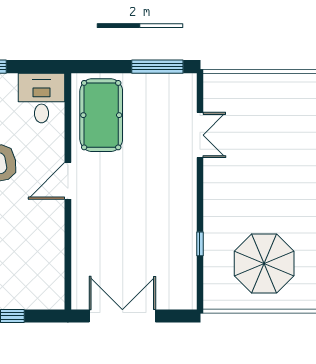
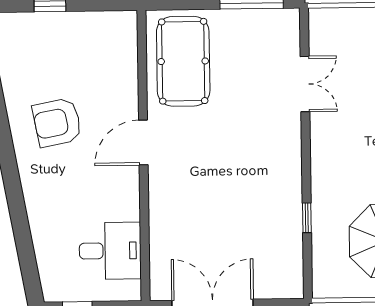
desk: (42, 98) -> (110, 251), moved, turned 90

